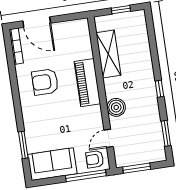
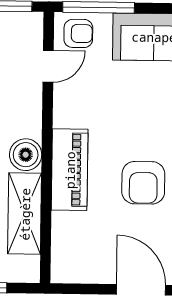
armchair: (45, 82) -> (143, 183), turned 90
boiler: (116, 107) -> (26, 155), moved

